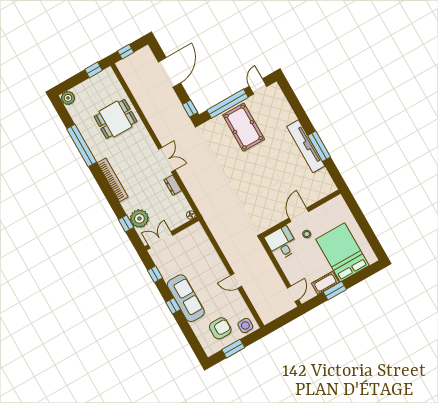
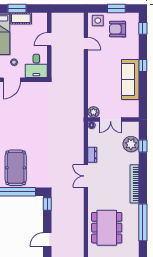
door: (169, 72) -> (47, 239), width x0.53
dining table: (116, 119) -> (107, 228), width x1.38
plant: (197, 229) -> (93, 112), added
double door: (160, 240) -> (111, 119), moved
window: (155, 274) -> (143, 28), moved
door: (236, 281) -> (86, 43), moved
door: (293, 294) -> (49, 39), moved
sofa: (186, 298) -> (130, 79), moved

